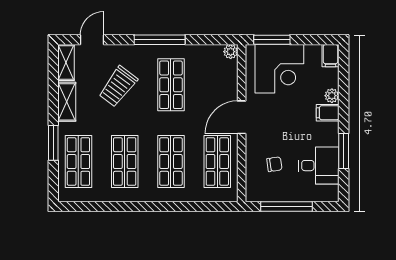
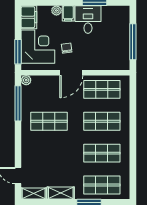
window: (160, 40) -> (18, 103), moved
filing cabinet: (331, 56) -> (29, 17), width x2.00
trolley: (118, 87) -> (50, 158), removed
door: (242, 117) -> (71, 73), hinge flipped
chair: (274, 164) -> (67, 48), moved
desk: (319, 166) -> (88, 20), moved

